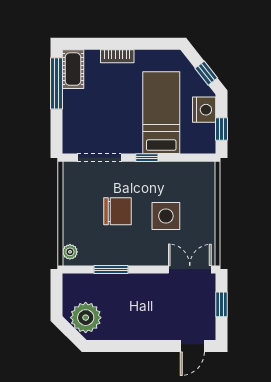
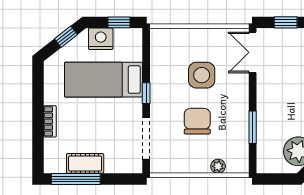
cot: (73, 69) -> (85, 163), moved
plant: (70, 252) -> (218, 166), moved

